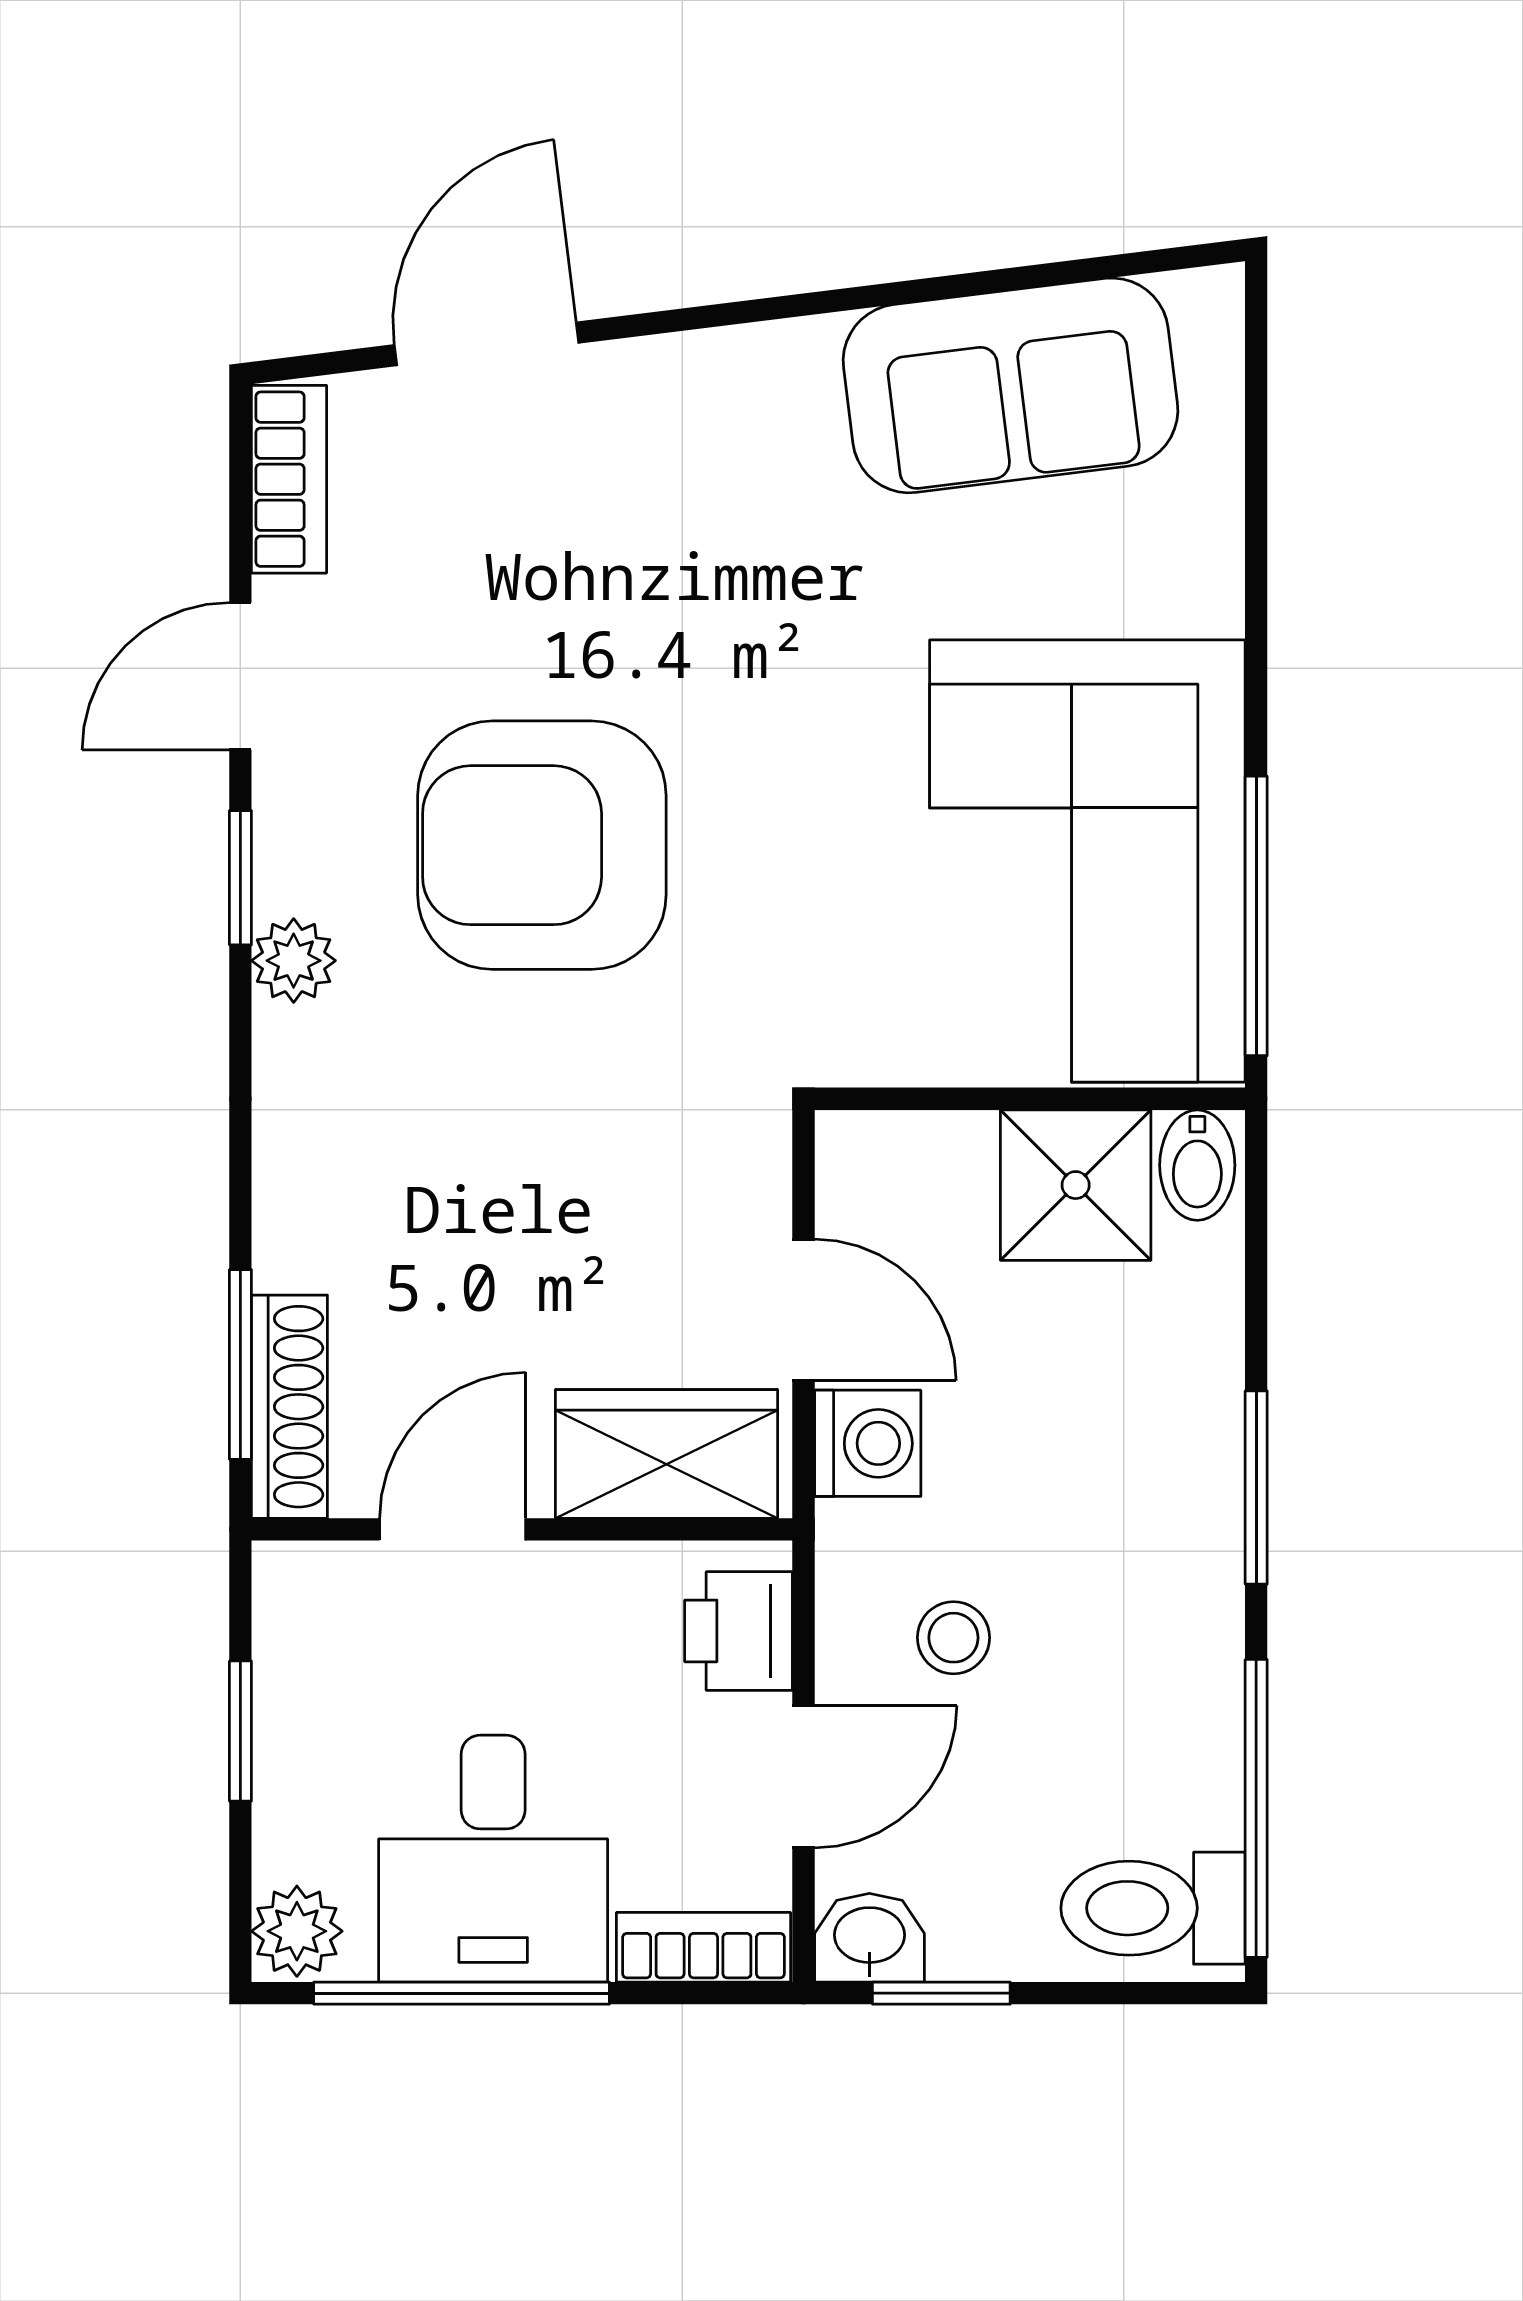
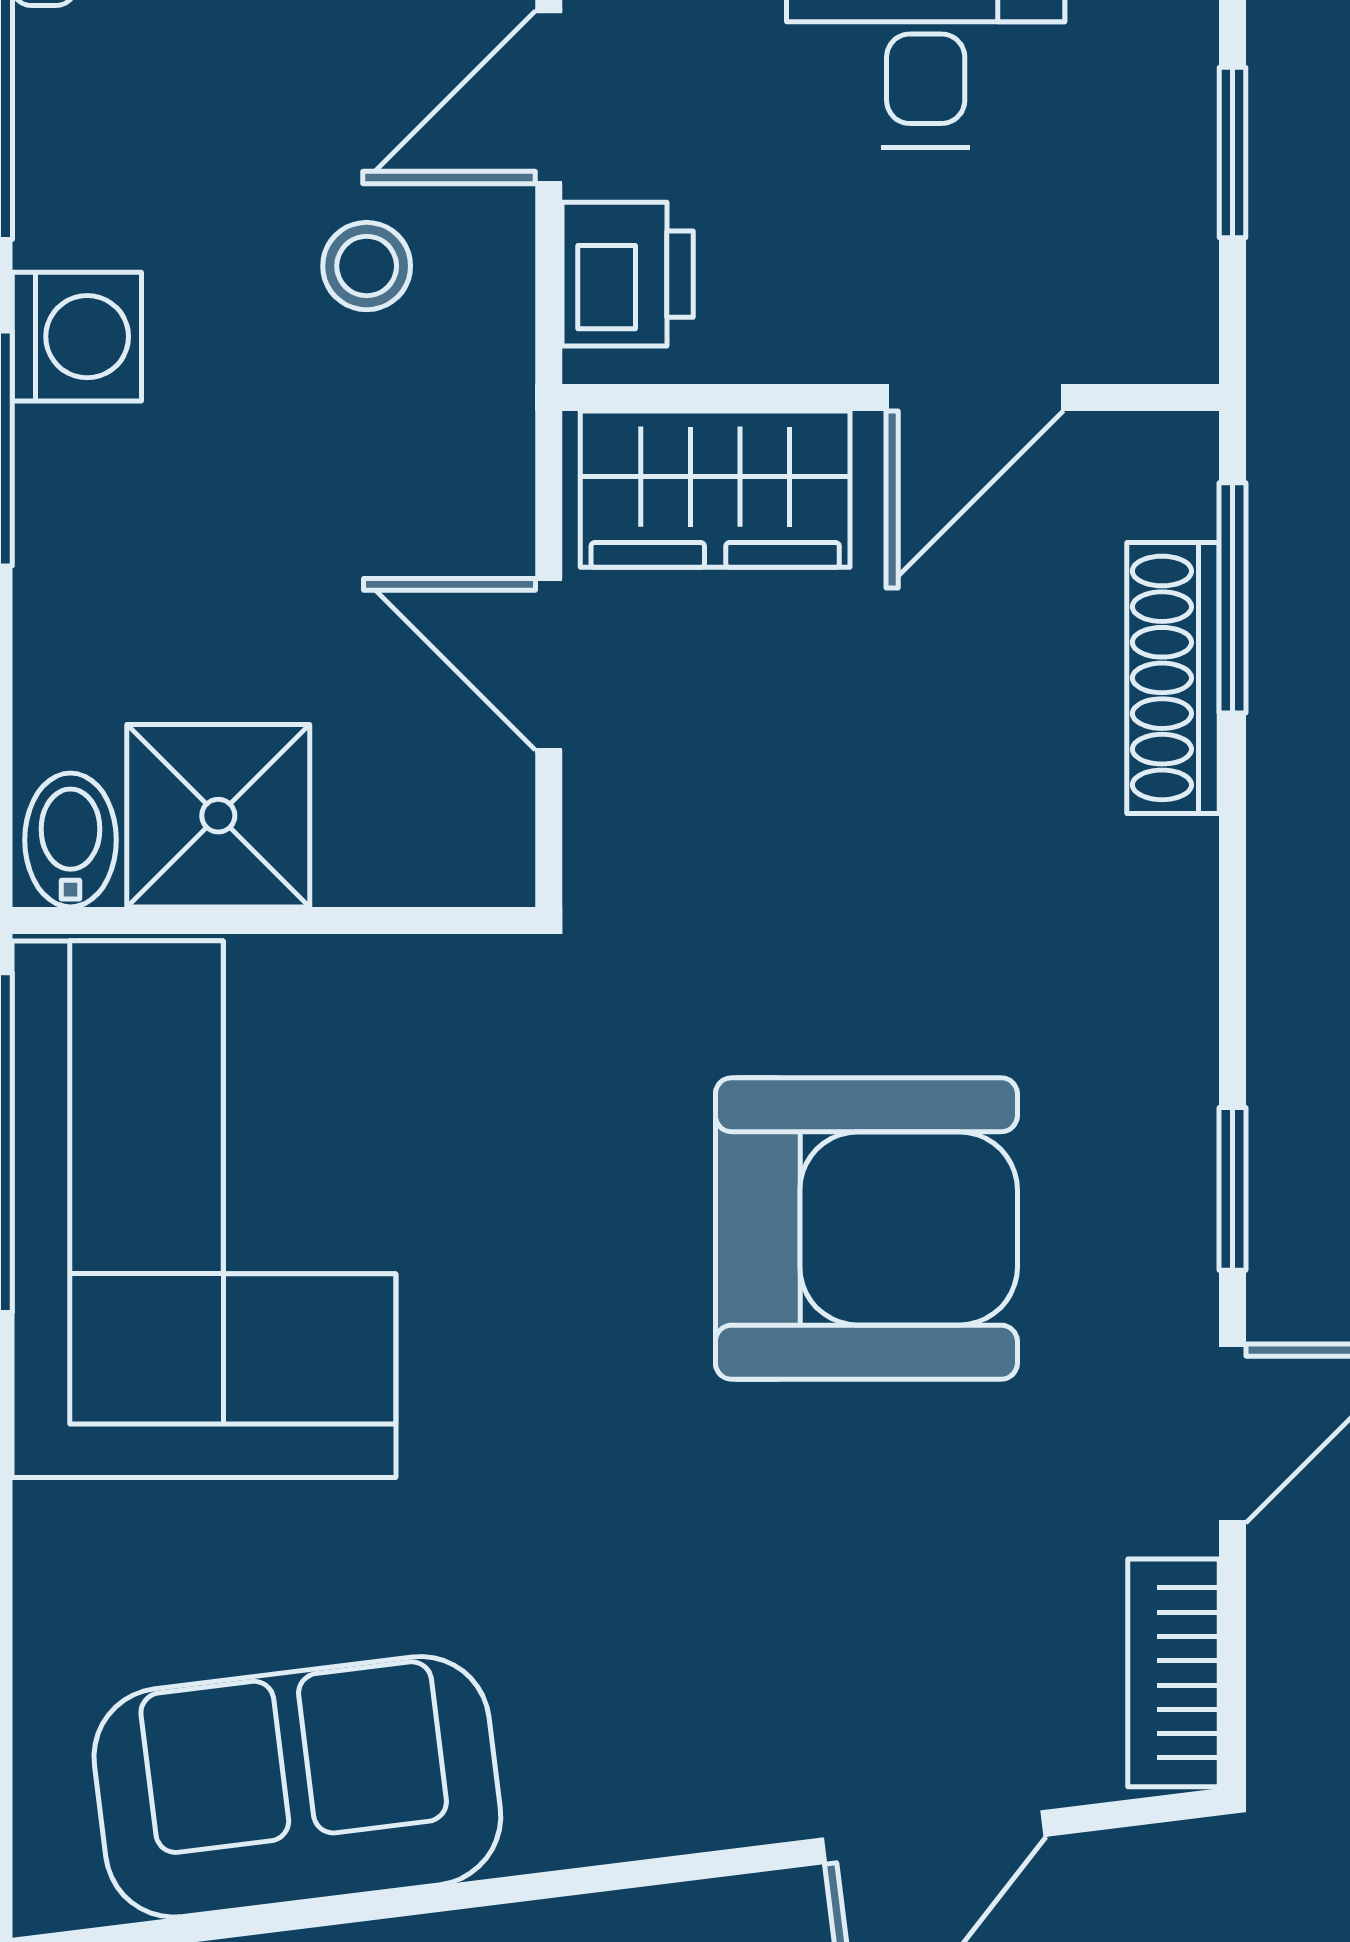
plant: (294, 961) -> (1168, 1088), removed
shoe rack: (289, 1407) -> (1173, 678), moved
washing machine: (868, 1443) -> (77, 337), moved, turned 180

